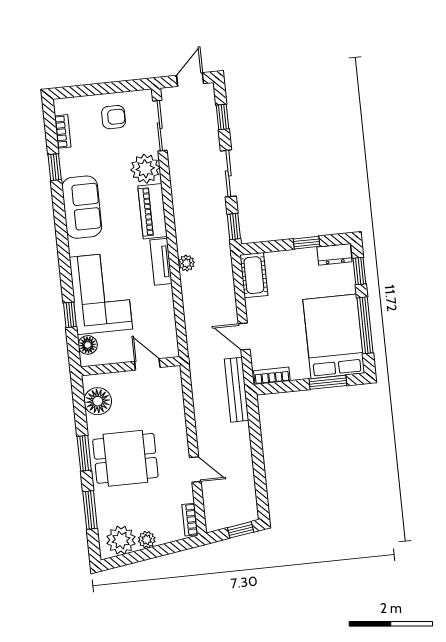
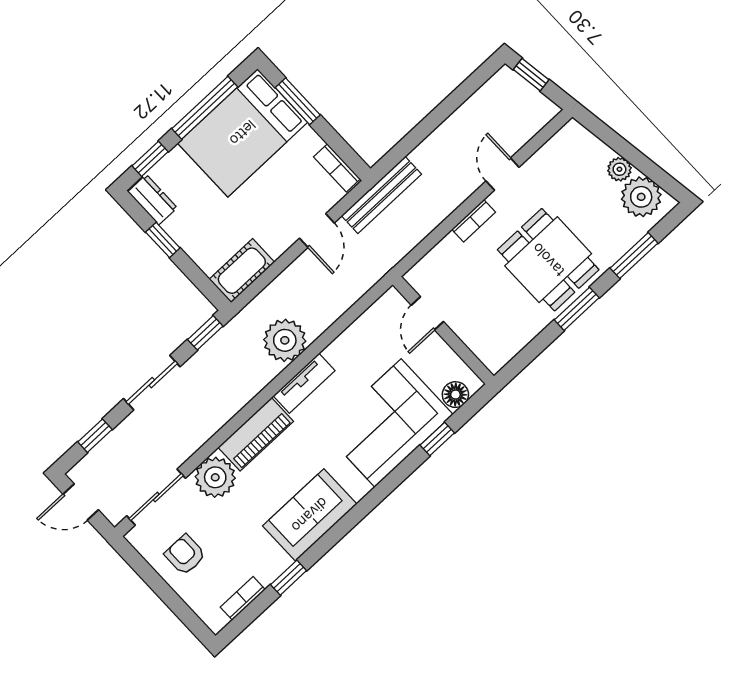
plant: (186, 263) -> (285, 340), width x1.87, depth x1.87
floor lamp: (98, 401) -> (509, 337), removed
bookcase: (190, 520) -> (474, 221), moved

